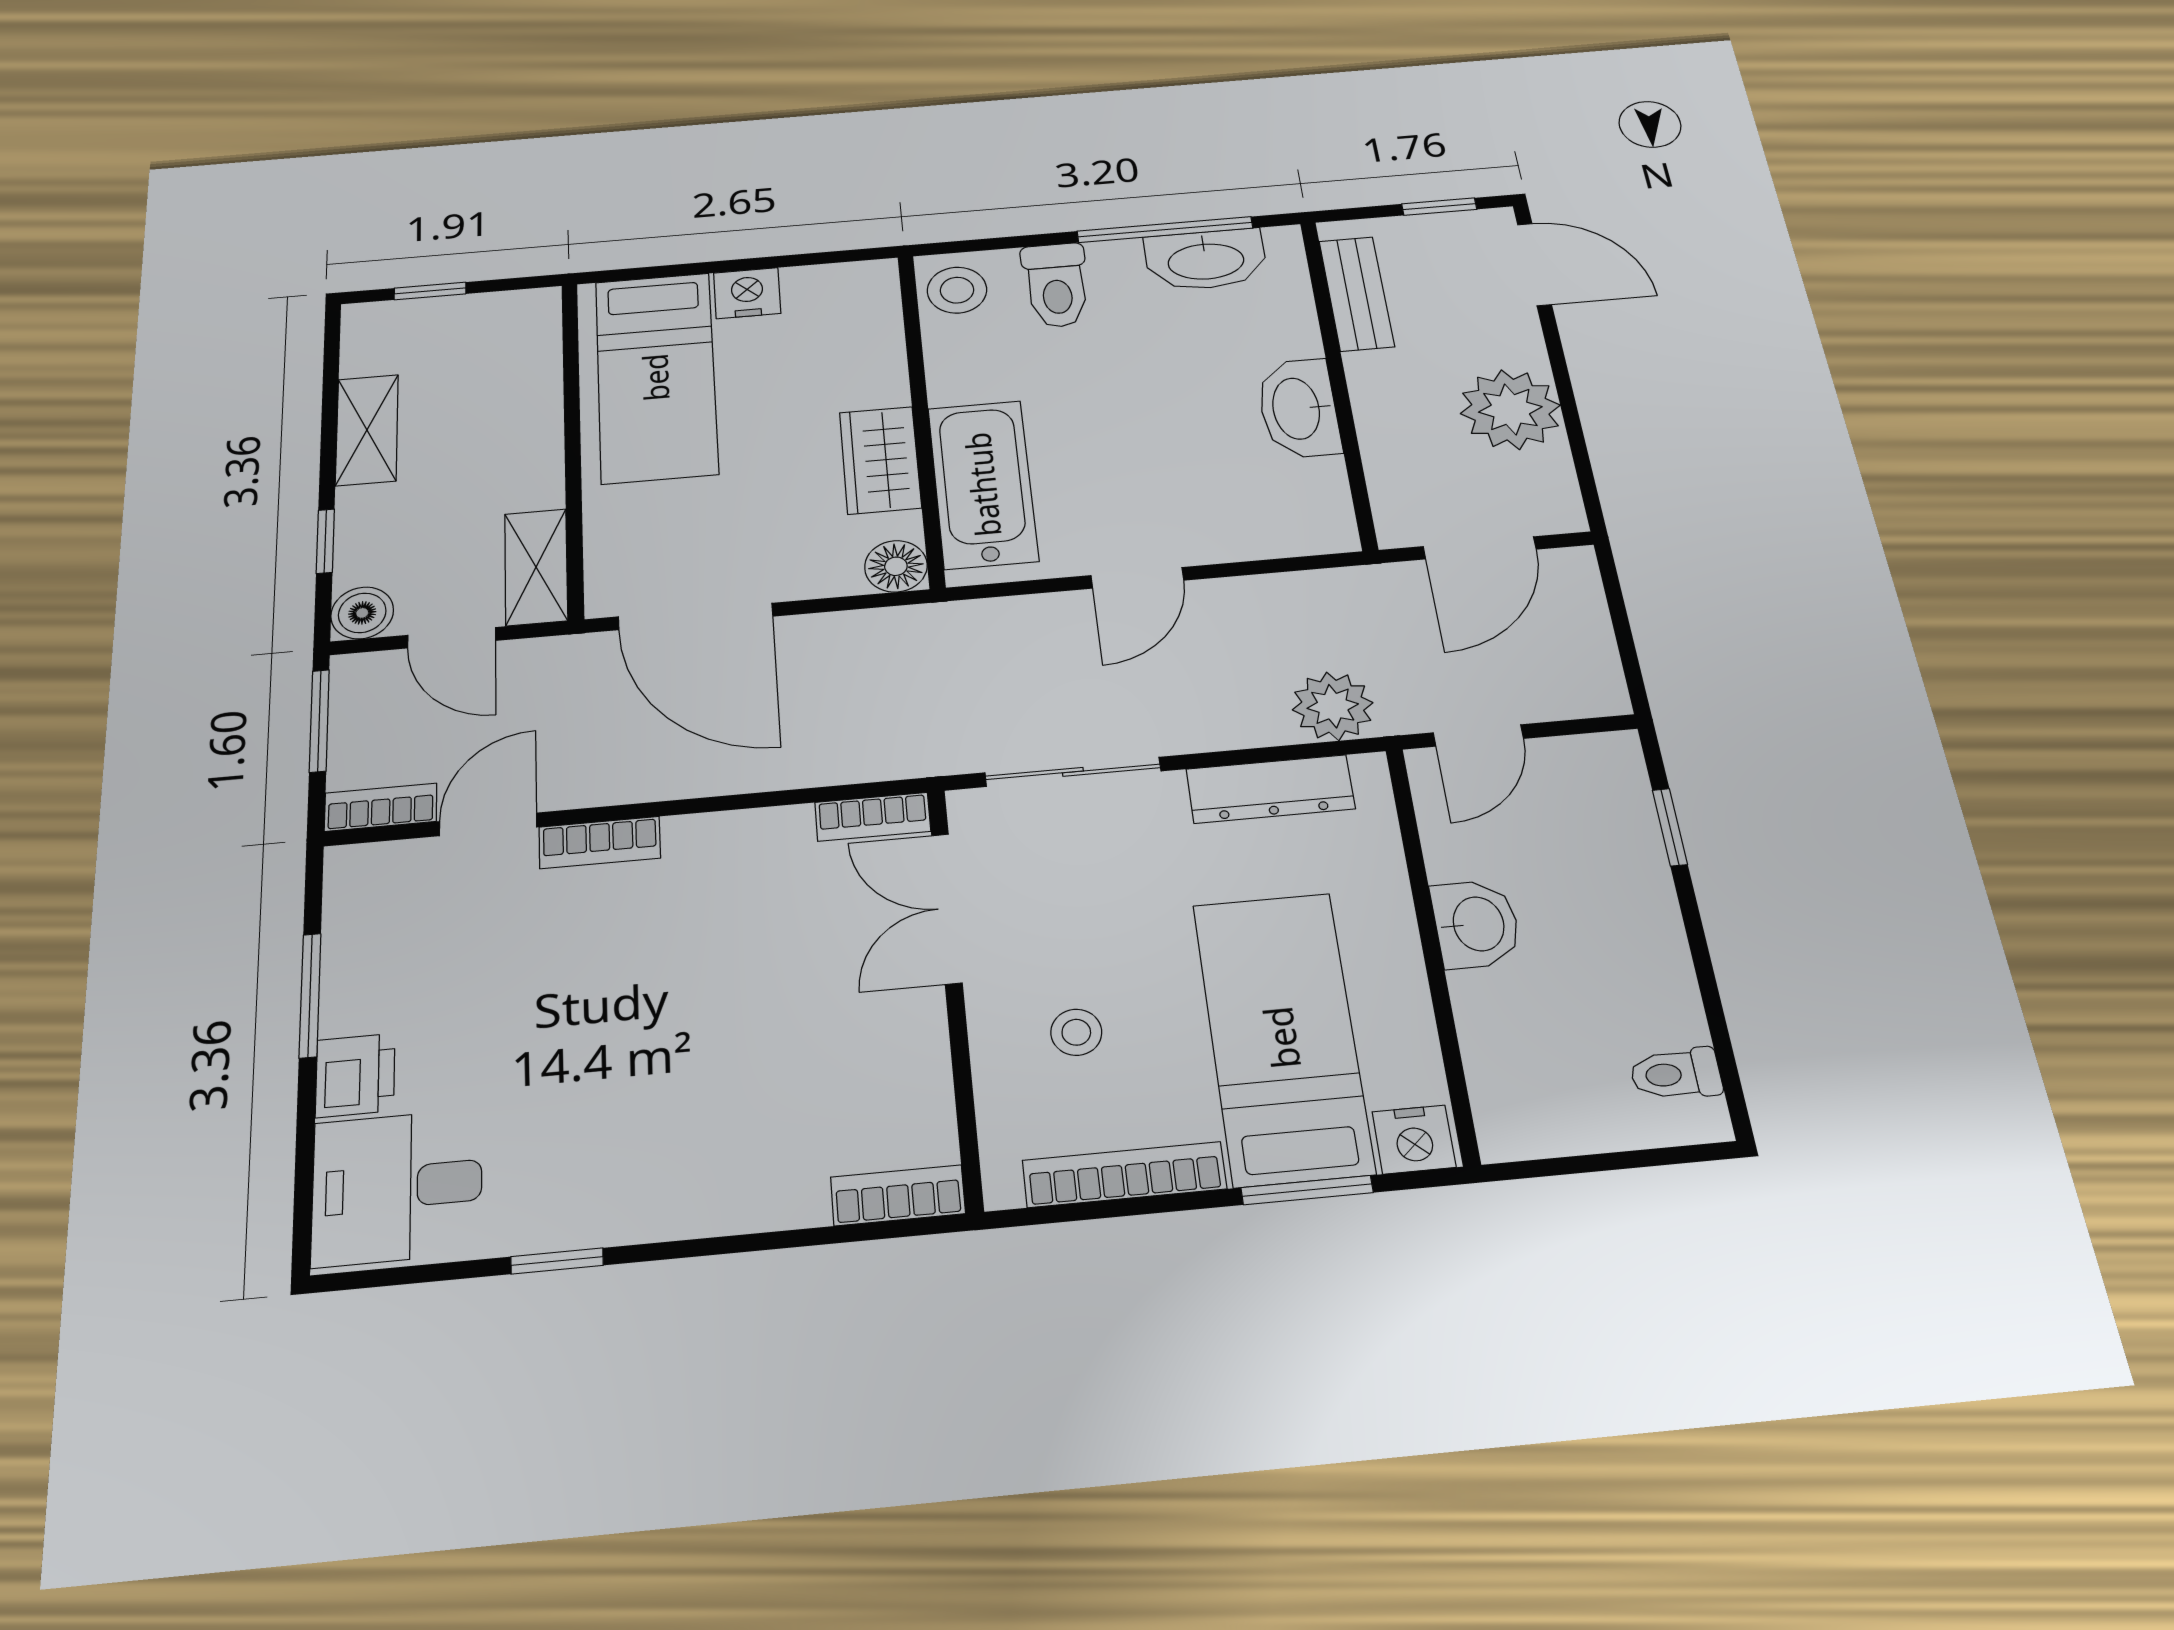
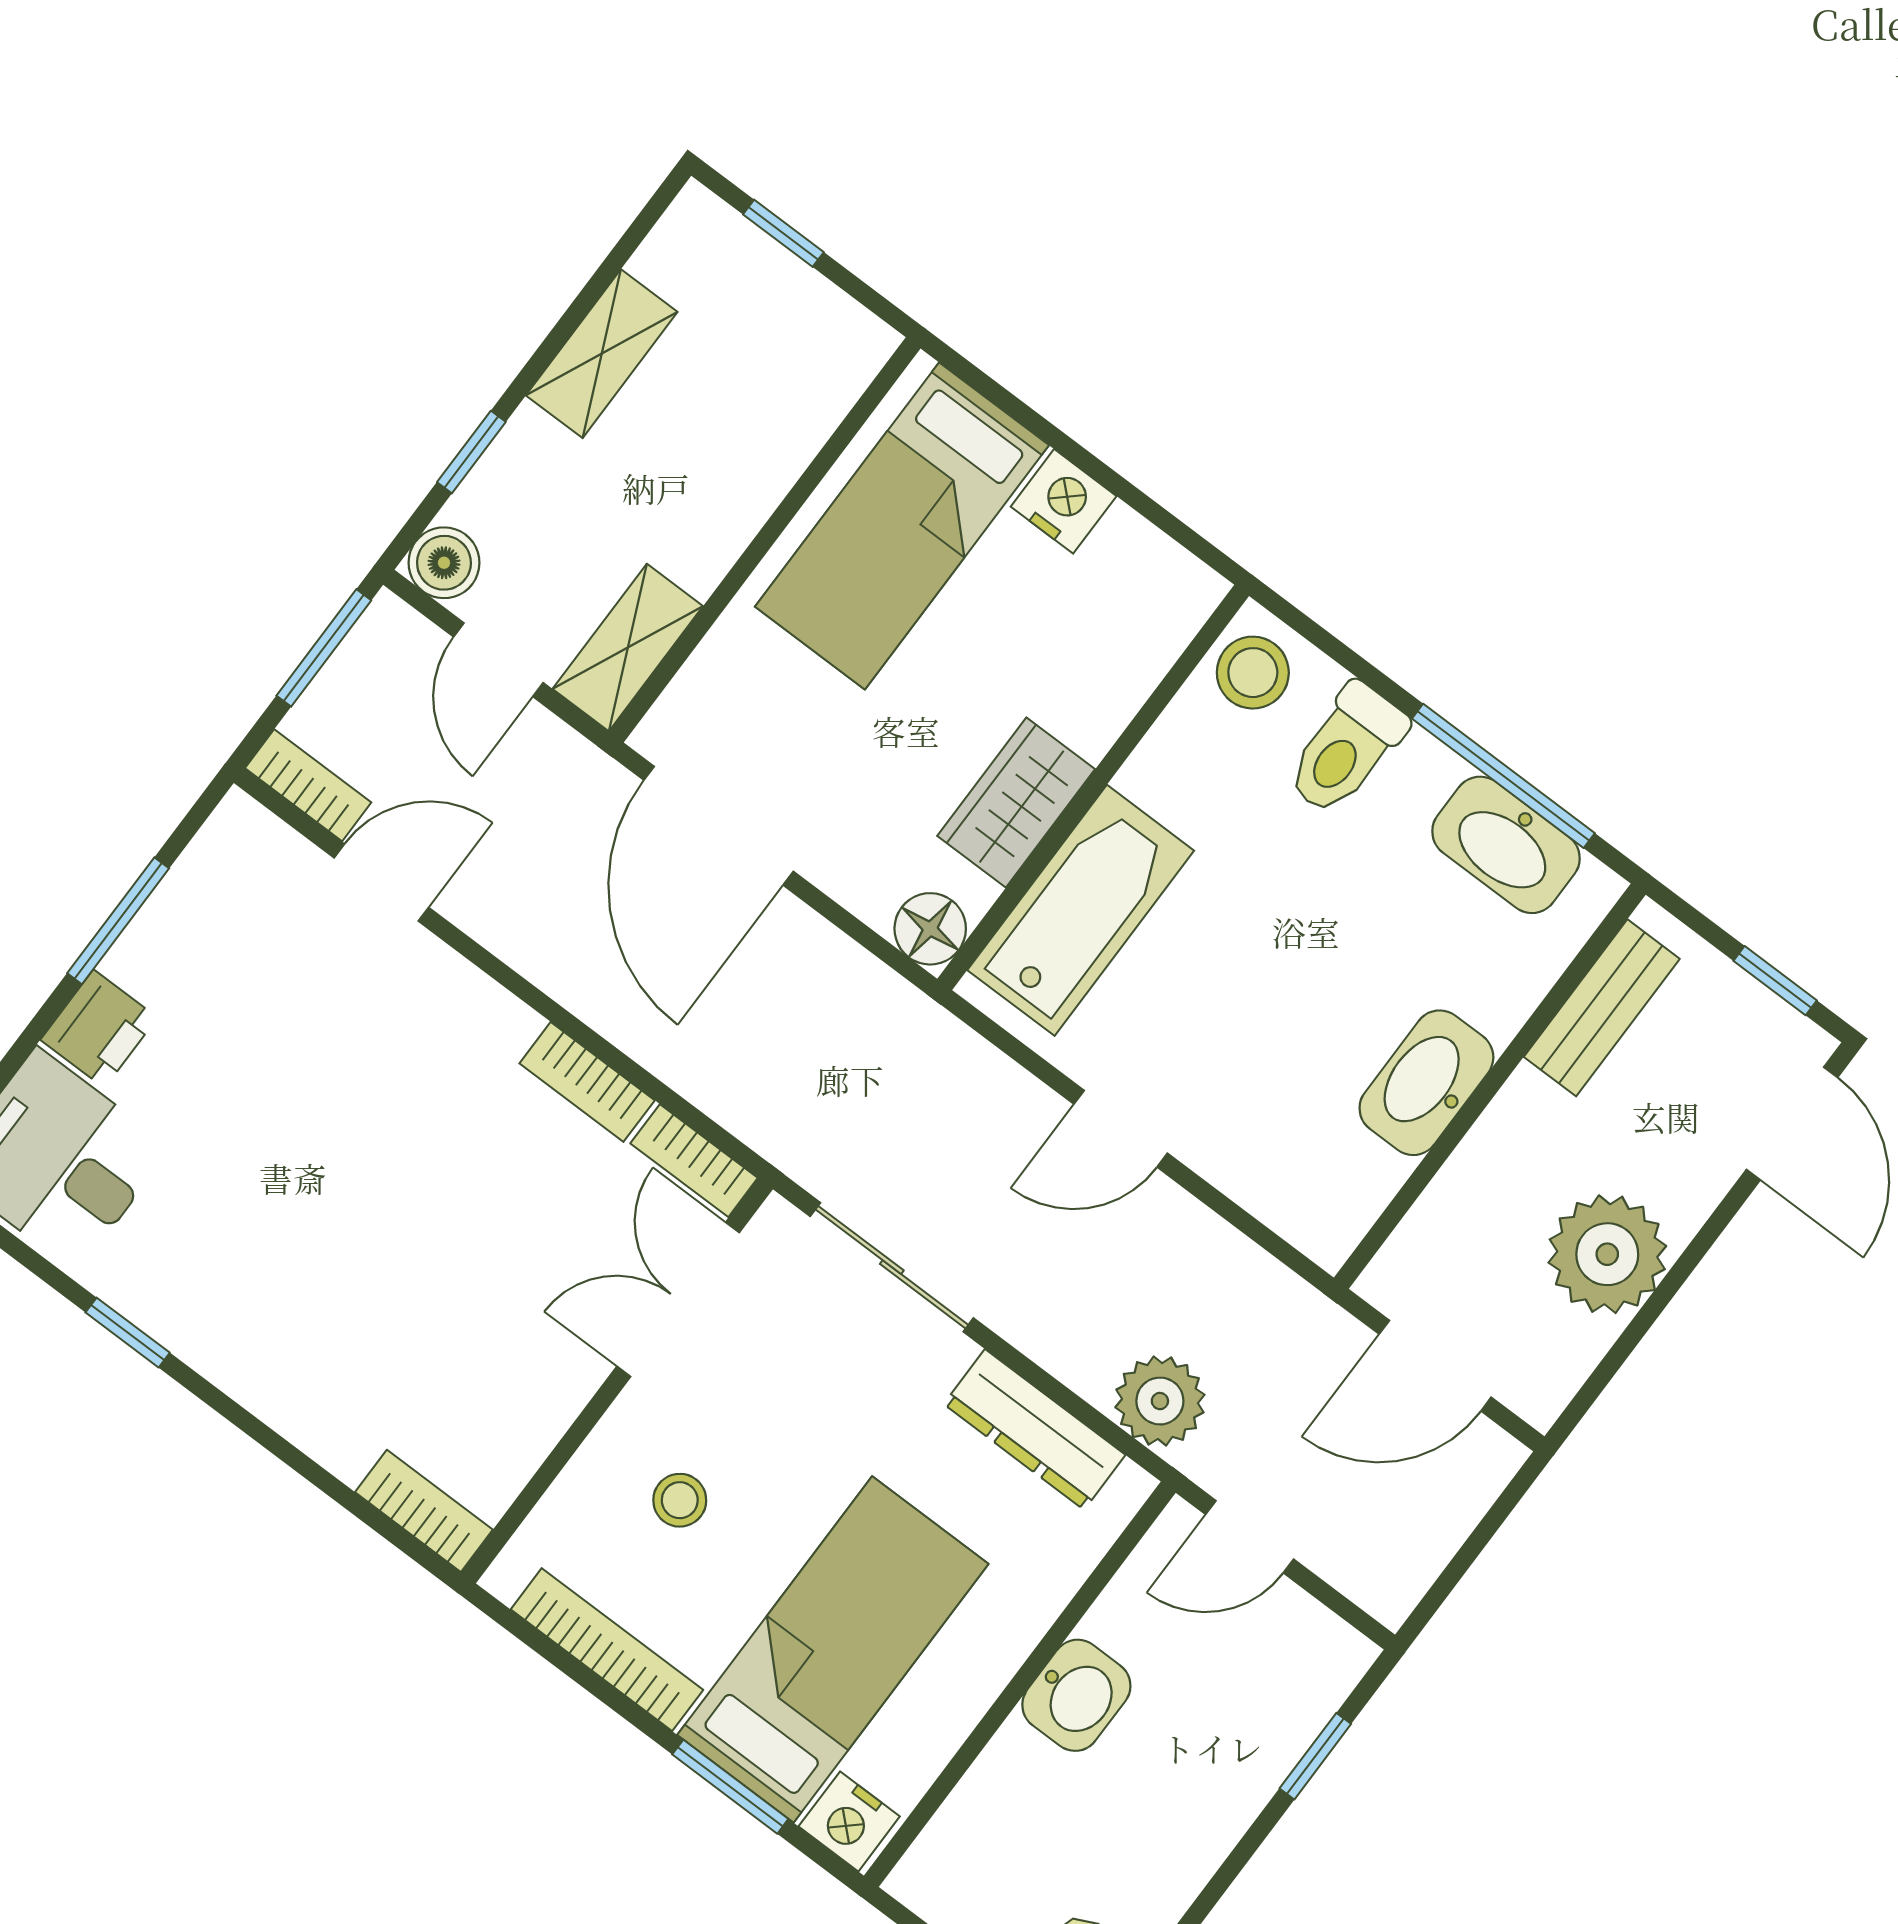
bookcase: (600, 842) -> (587, 1082), moved

